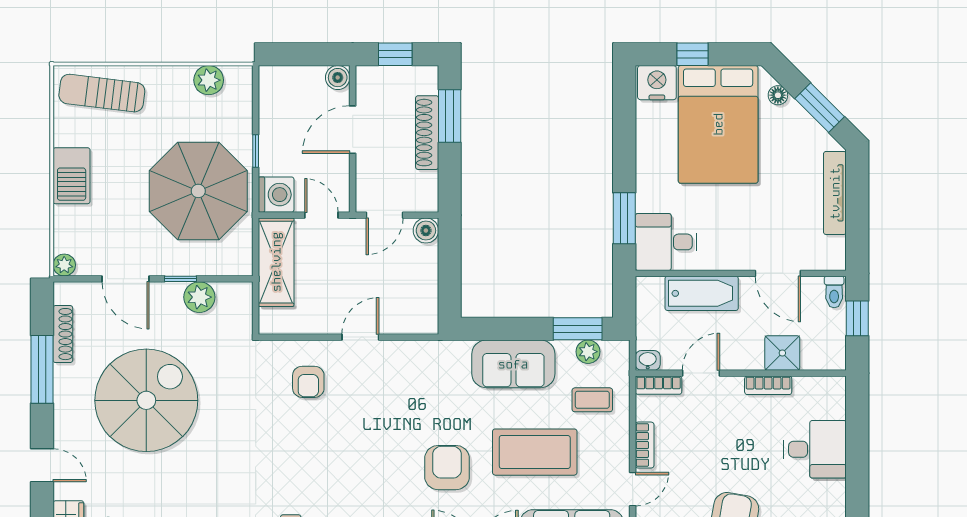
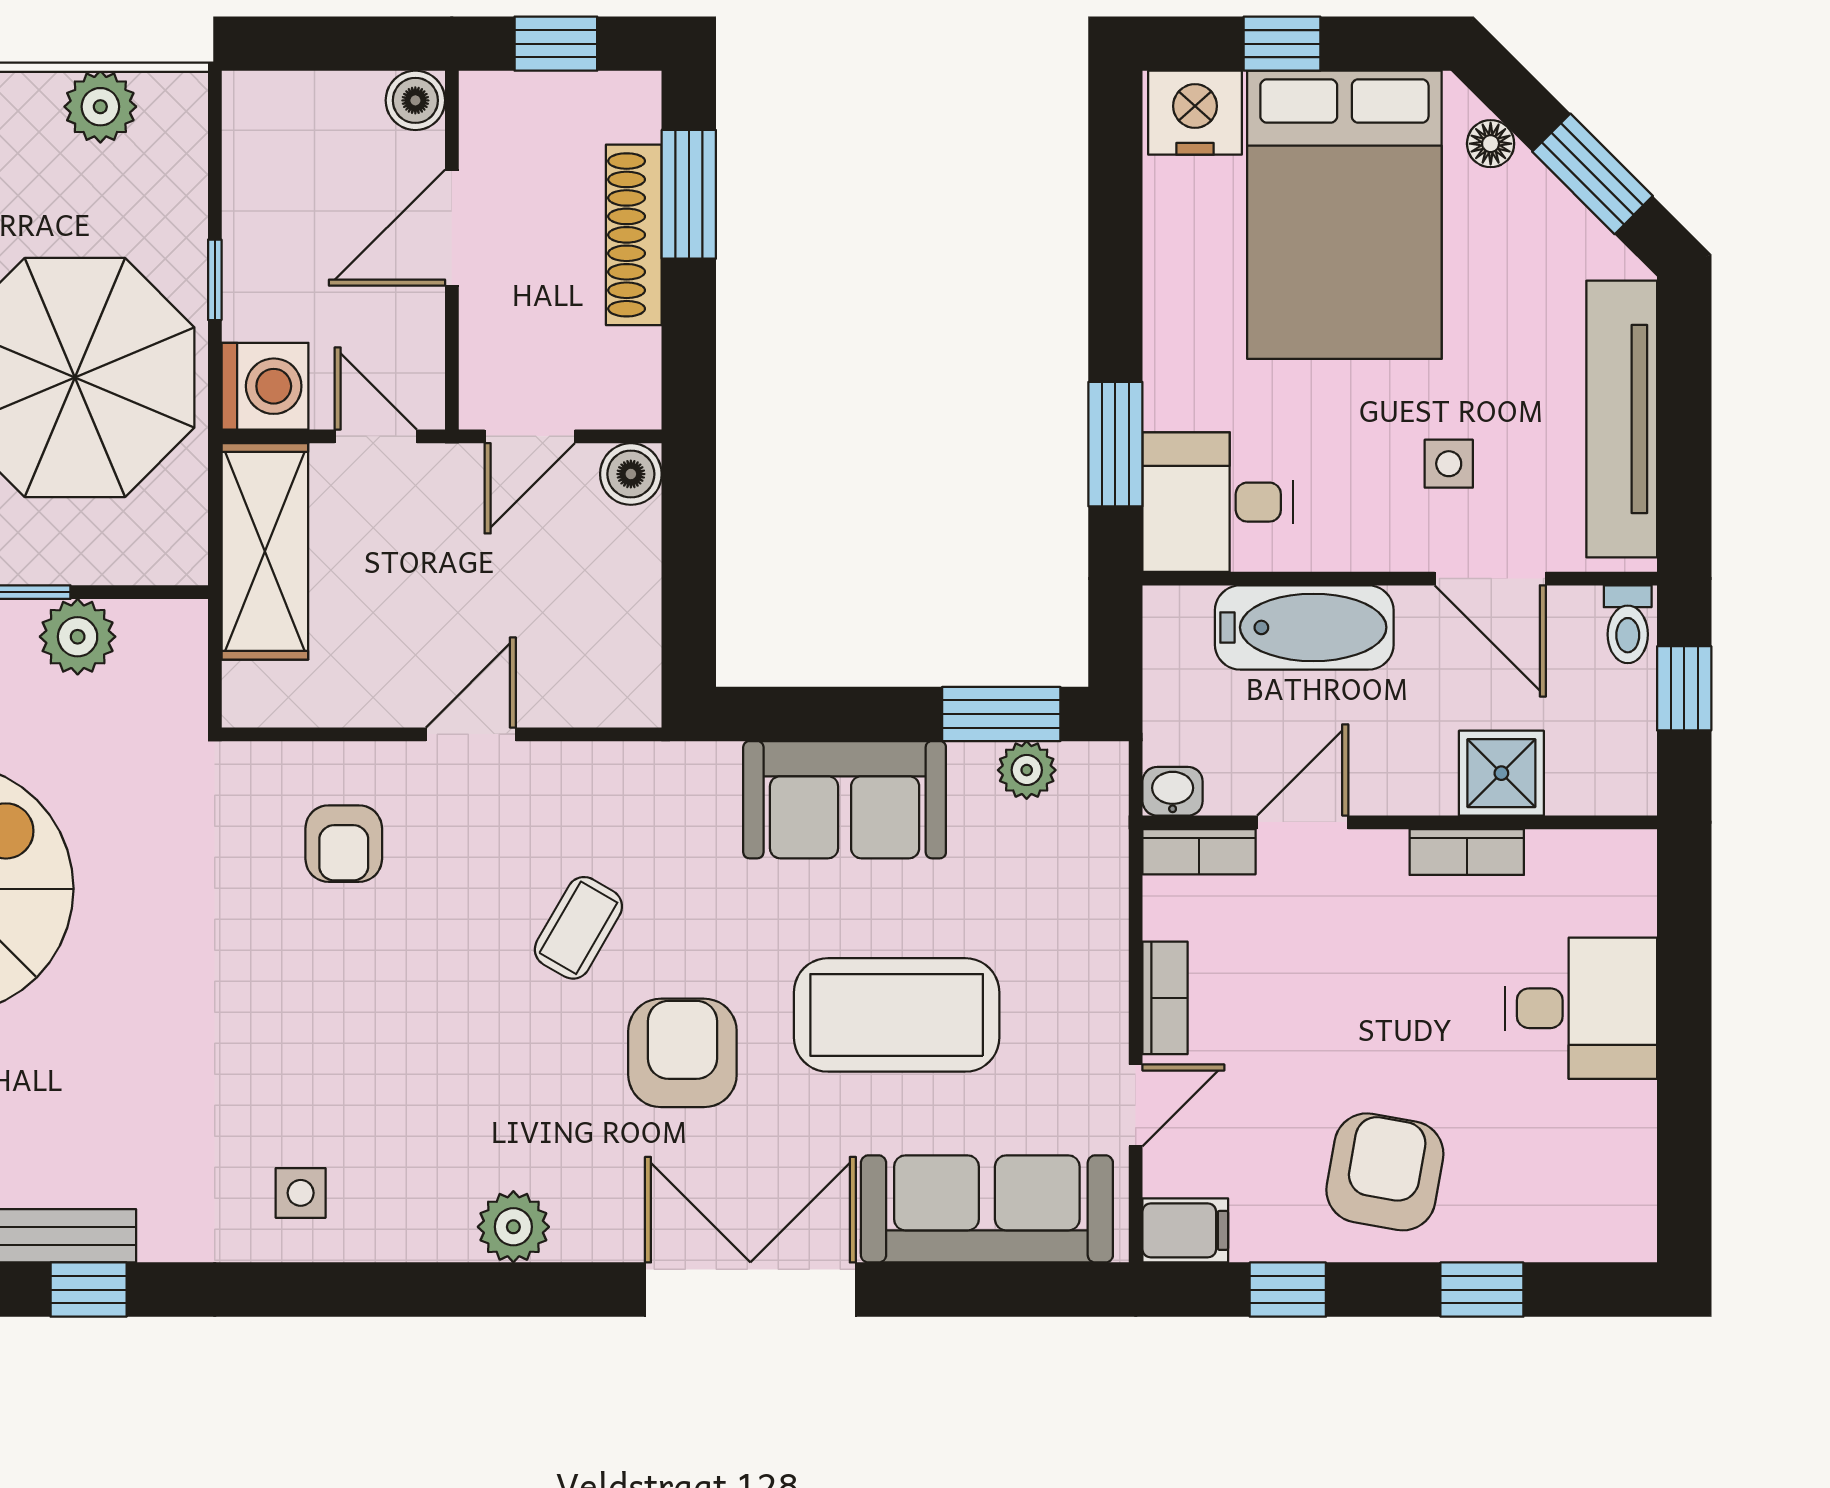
tv unit: (835, 193) -> (1622, 419), width x1.36, depth x1.29
side table: (761, 226) -> (1449, 464), added
coffee table: (592, 400) -> (578, 928), moved, turned -60

